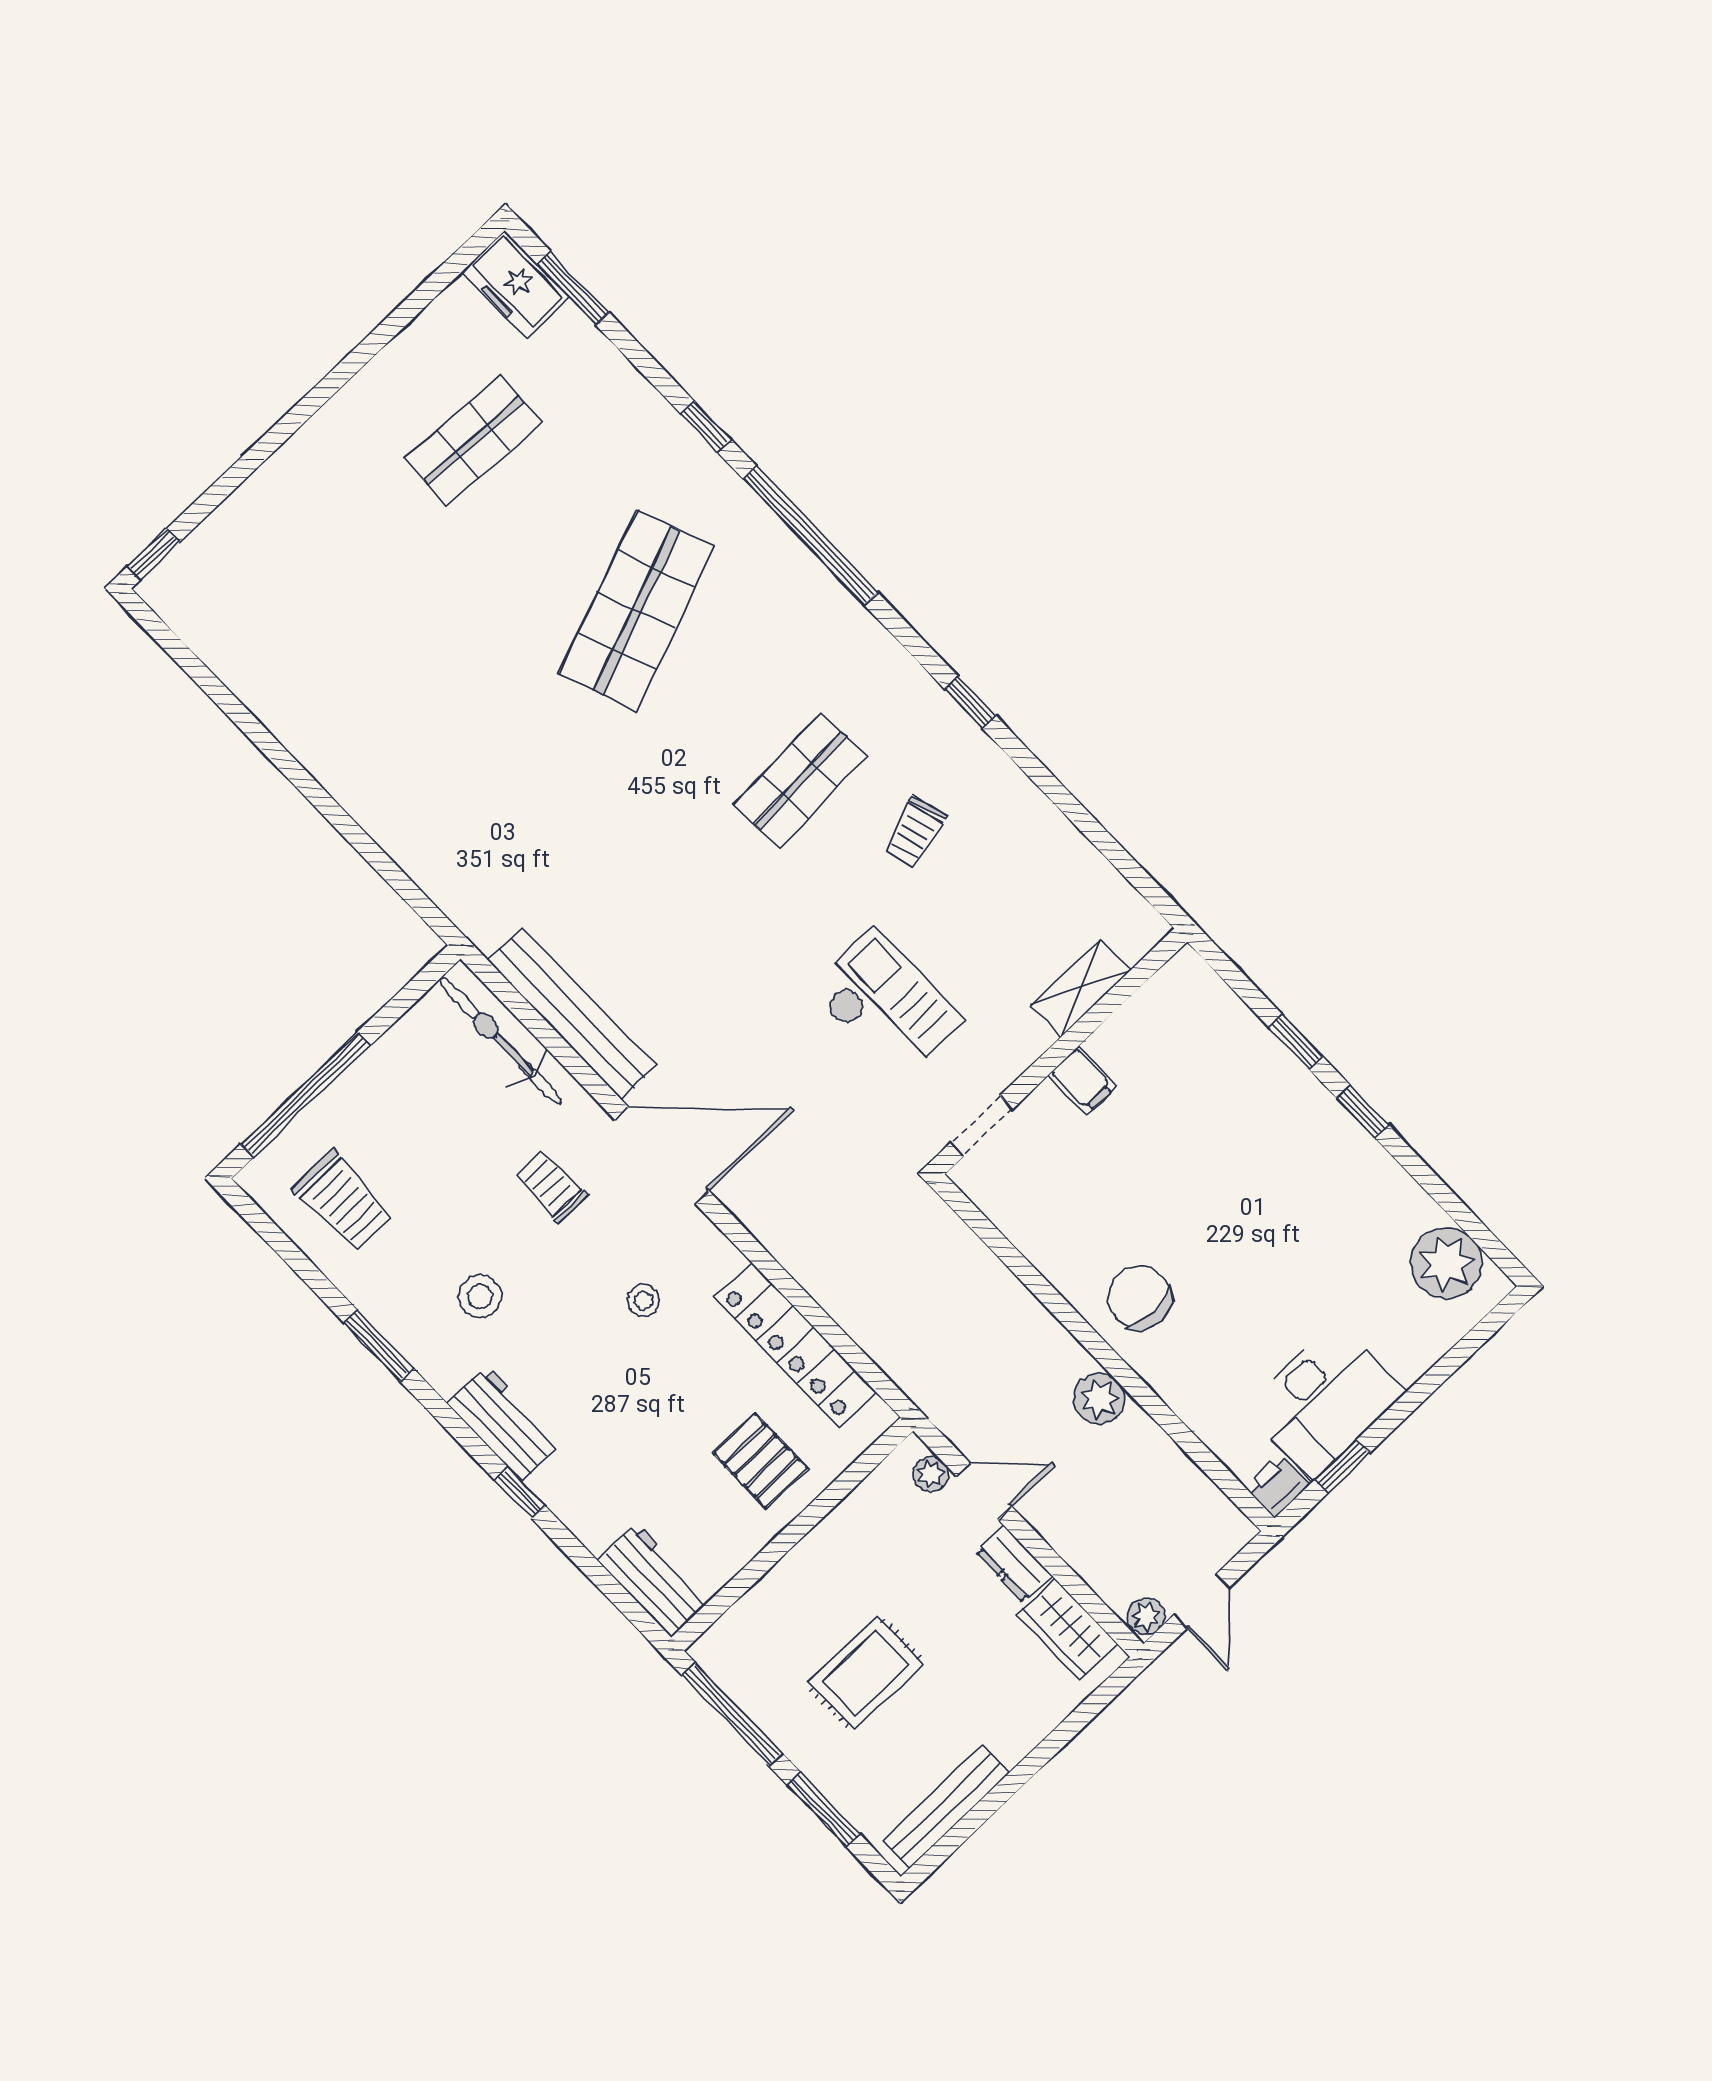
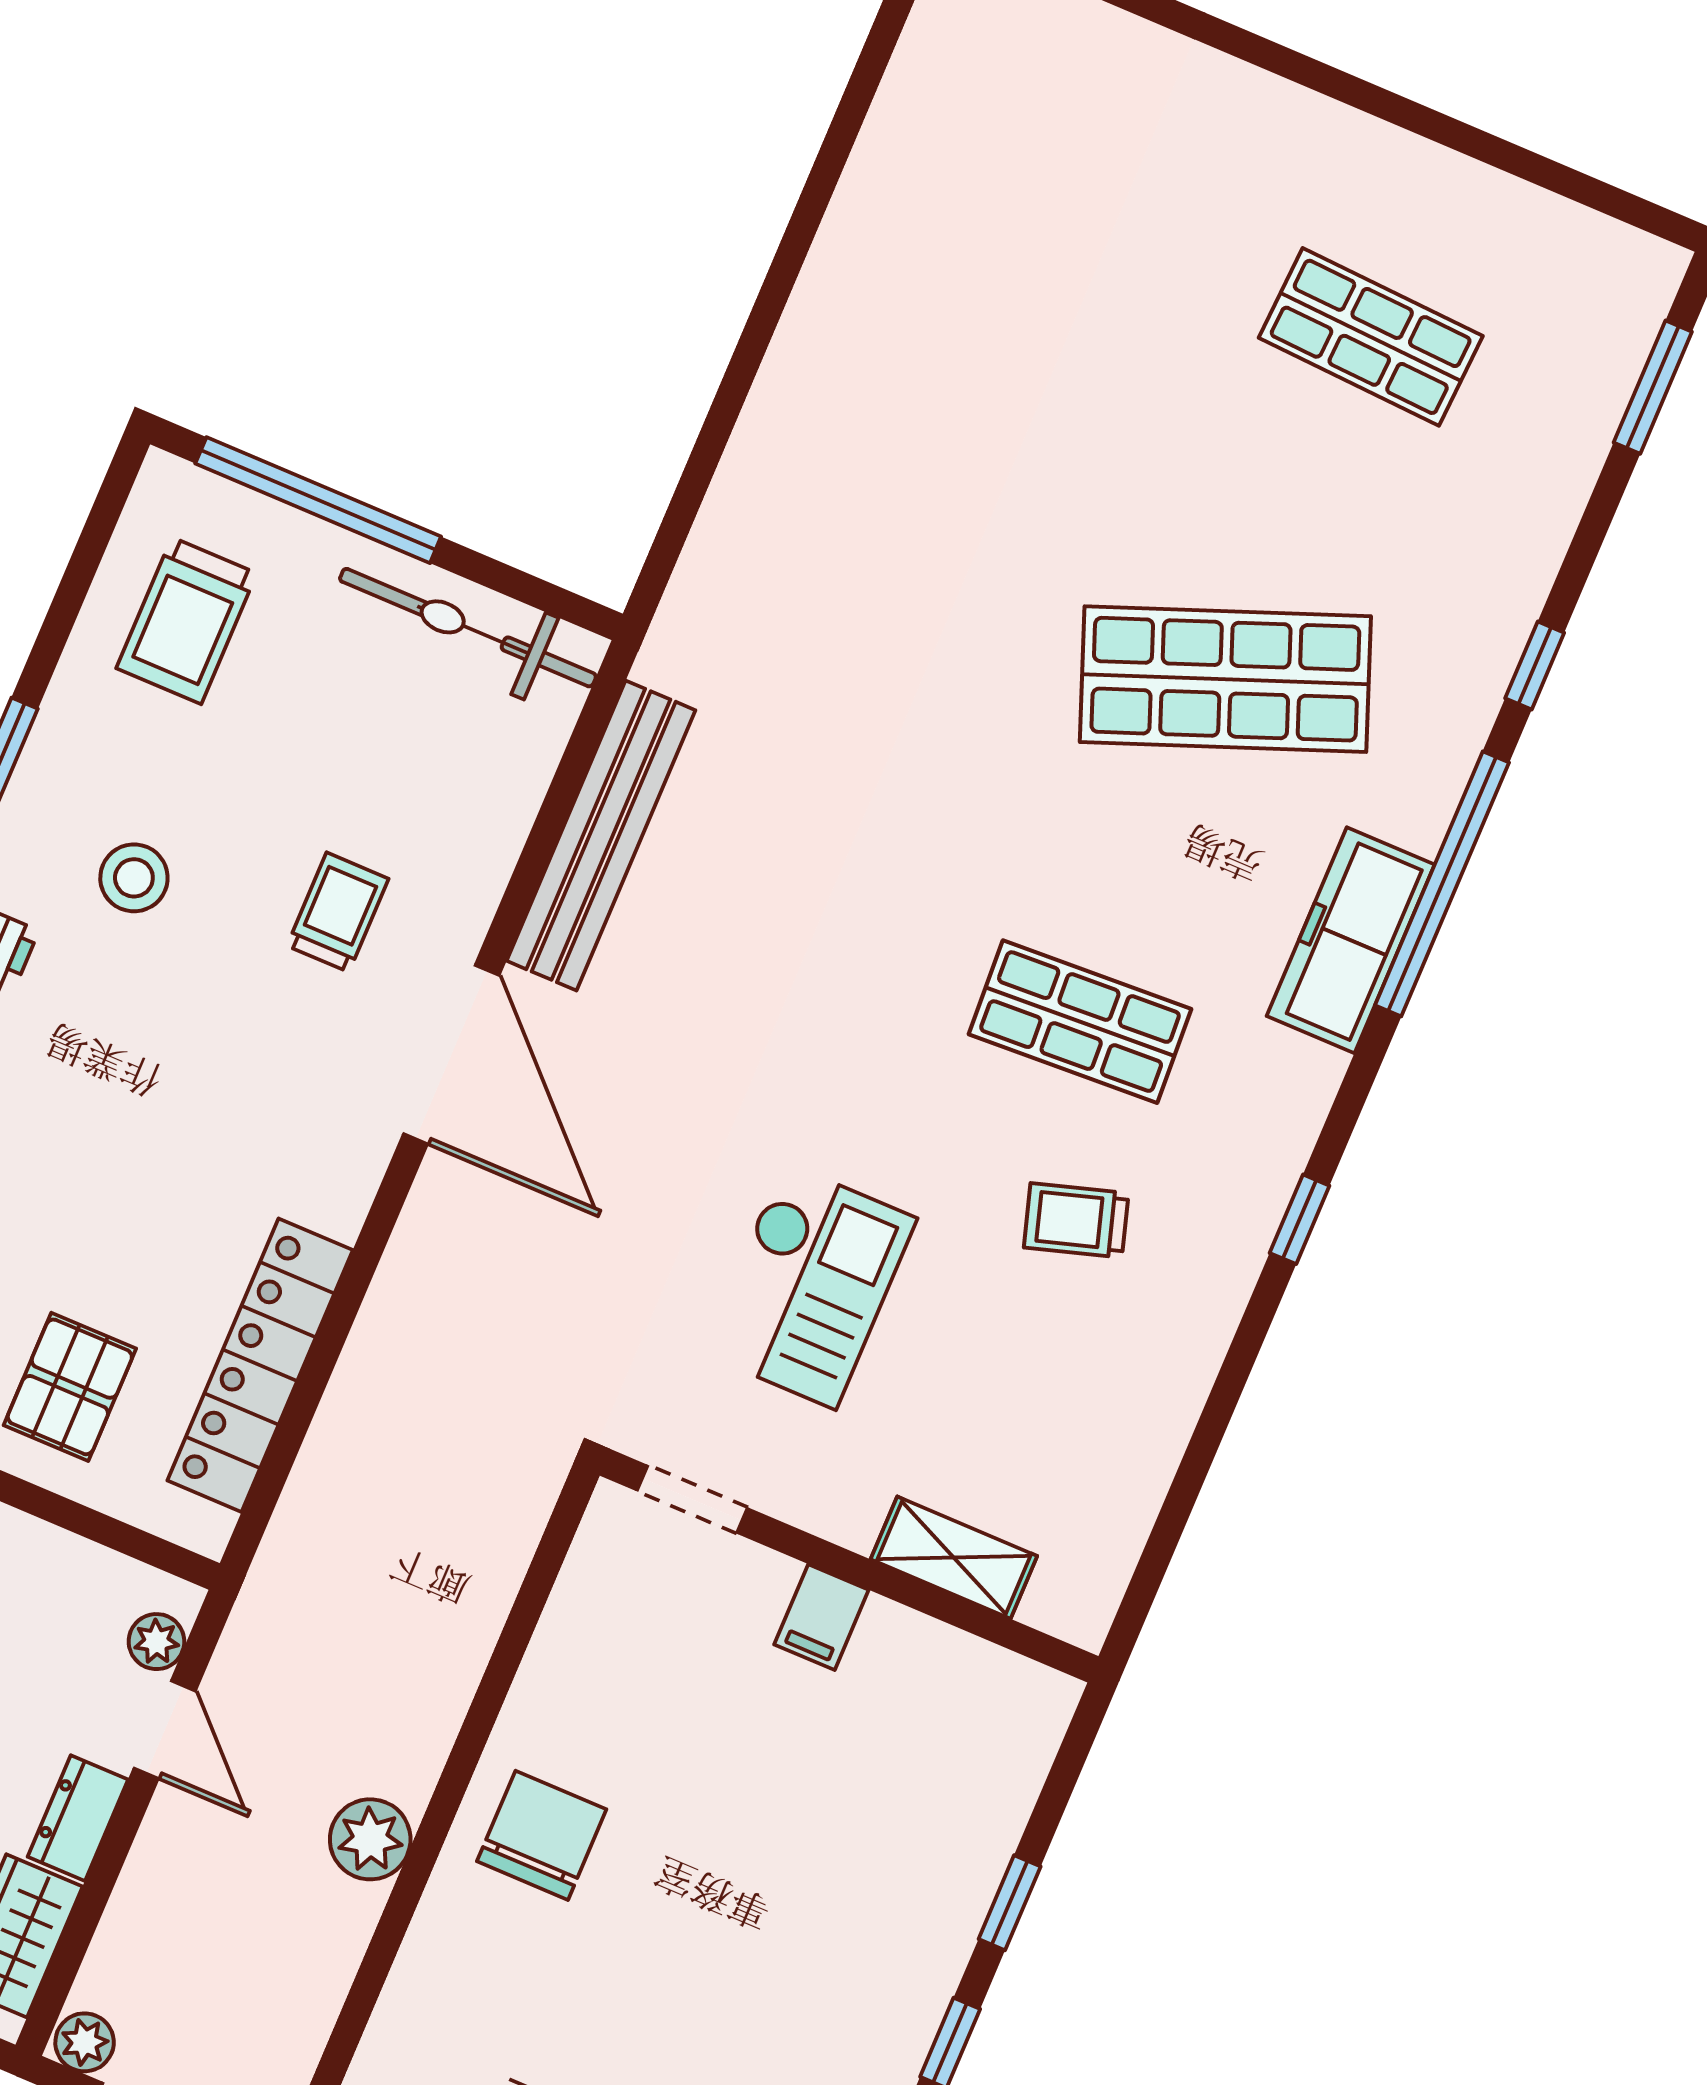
freezer: (515, 285) -> (1351, 940), moved, width x1.40
bicycle: (500, 1041) -> (468, 628), moved, turned -90
stool: (644, 1300) -> (230, 1118), removed

